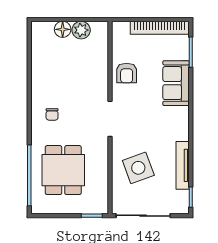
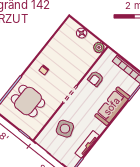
plant: (81, 30) -> (99, 47), moved
sofa: (176, 83) -> (112, 106), width x1.36
dining table: (63, 170) -> (28, 101), turned 90

